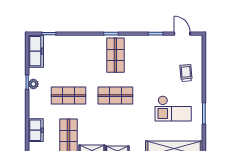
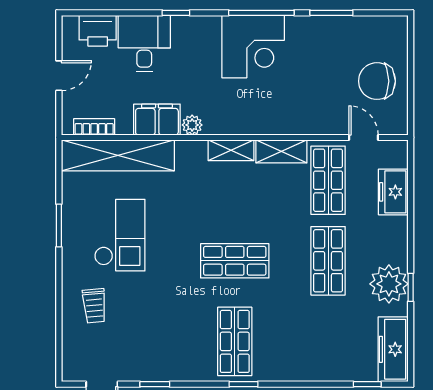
plant: (33, 84) -> (389, 284), width x1.87, depth x1.87
shop shelf: (69, 96) -> (328, 261), turned 90
checkout: (173, 108) -> (120, 235), turned 90

